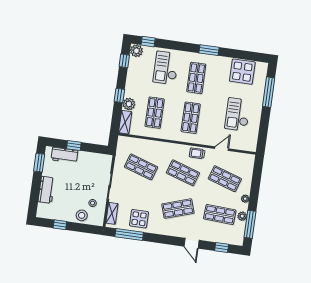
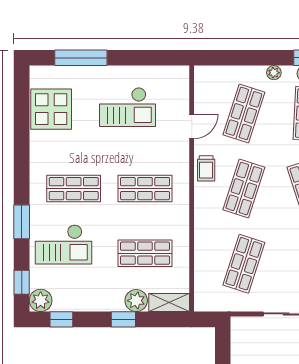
window: (209, 50) -> (22, 222), moved
door: (222, 149) -> (192, 126), swing flipped

